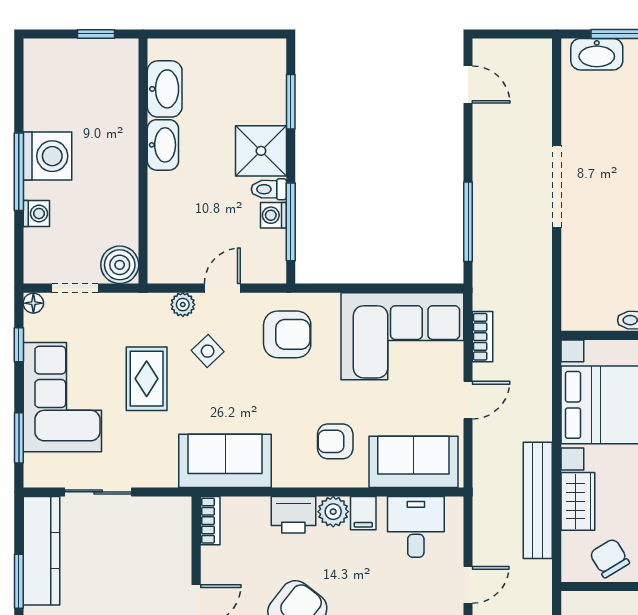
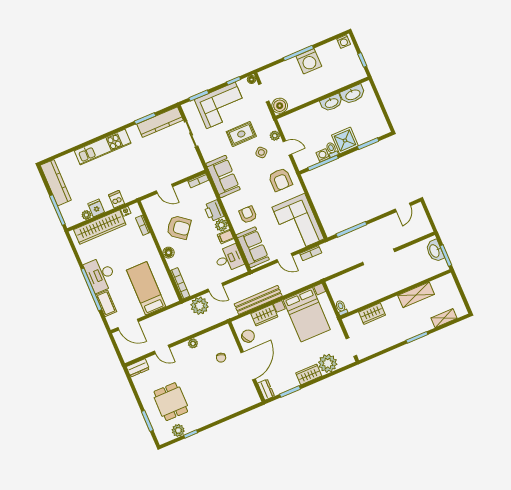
washing machine: (36, 214) -> (344, 42), moved

